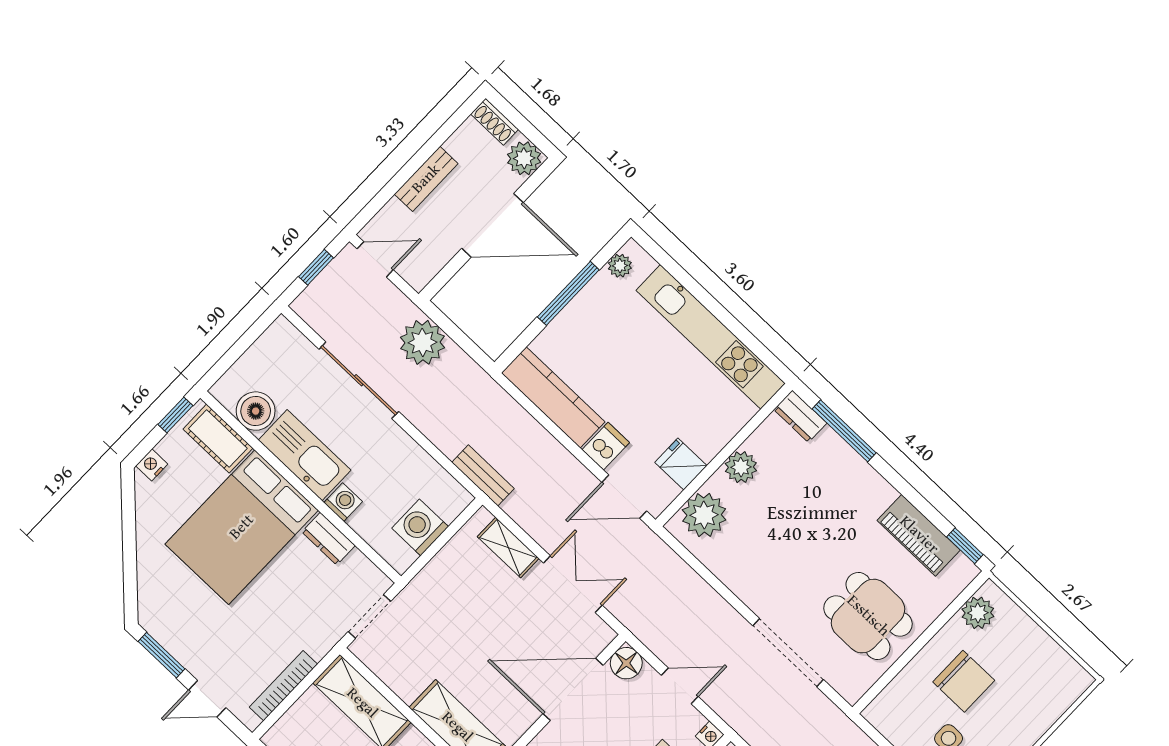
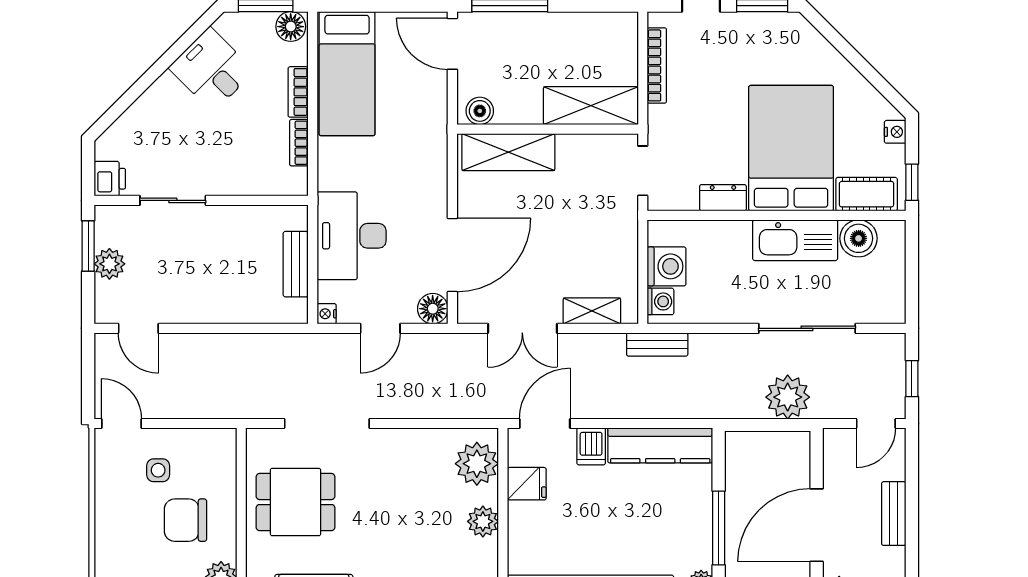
washing machine: (343, 502) -> (660, 301), moved, turned -90

